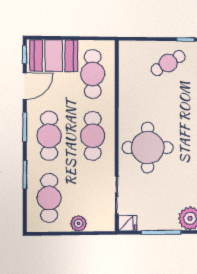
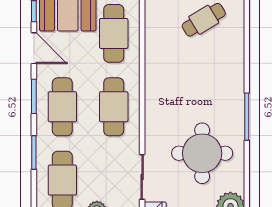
door: (25, 86) -> (34, 48), hinge flipped
round table: (148, 148) -> (202, 153), moved

